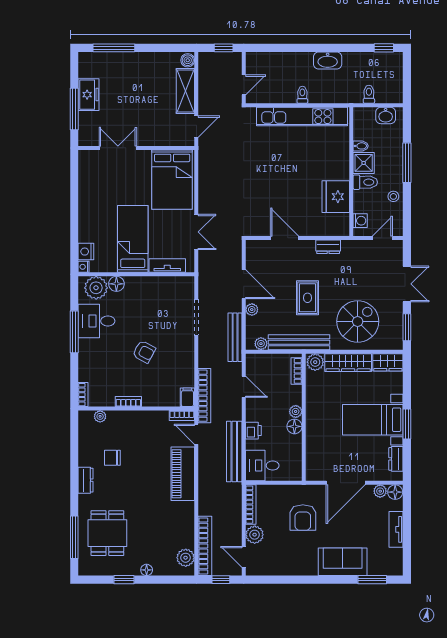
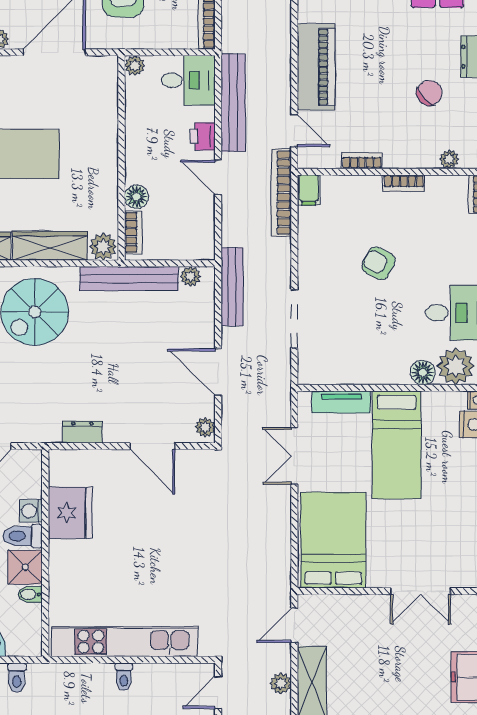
plant: (205, 91) -> (281, 683), added
washing machine: (360, 221) -> (31, 511), moved
rug: (308, 298) -> (115, 350), removed
plant: (252, 310) -> (205, 427), moved
door: (244, 387) -> (218, 177), moved
plant: (296, 411) -> (135, 66), moved
bookcase: (182, 416) -> (362, 161), moved
floor lamp: (294, 426) -> (136, 197), moved
chair: (112, 458) -> (429, 93), turned -45

